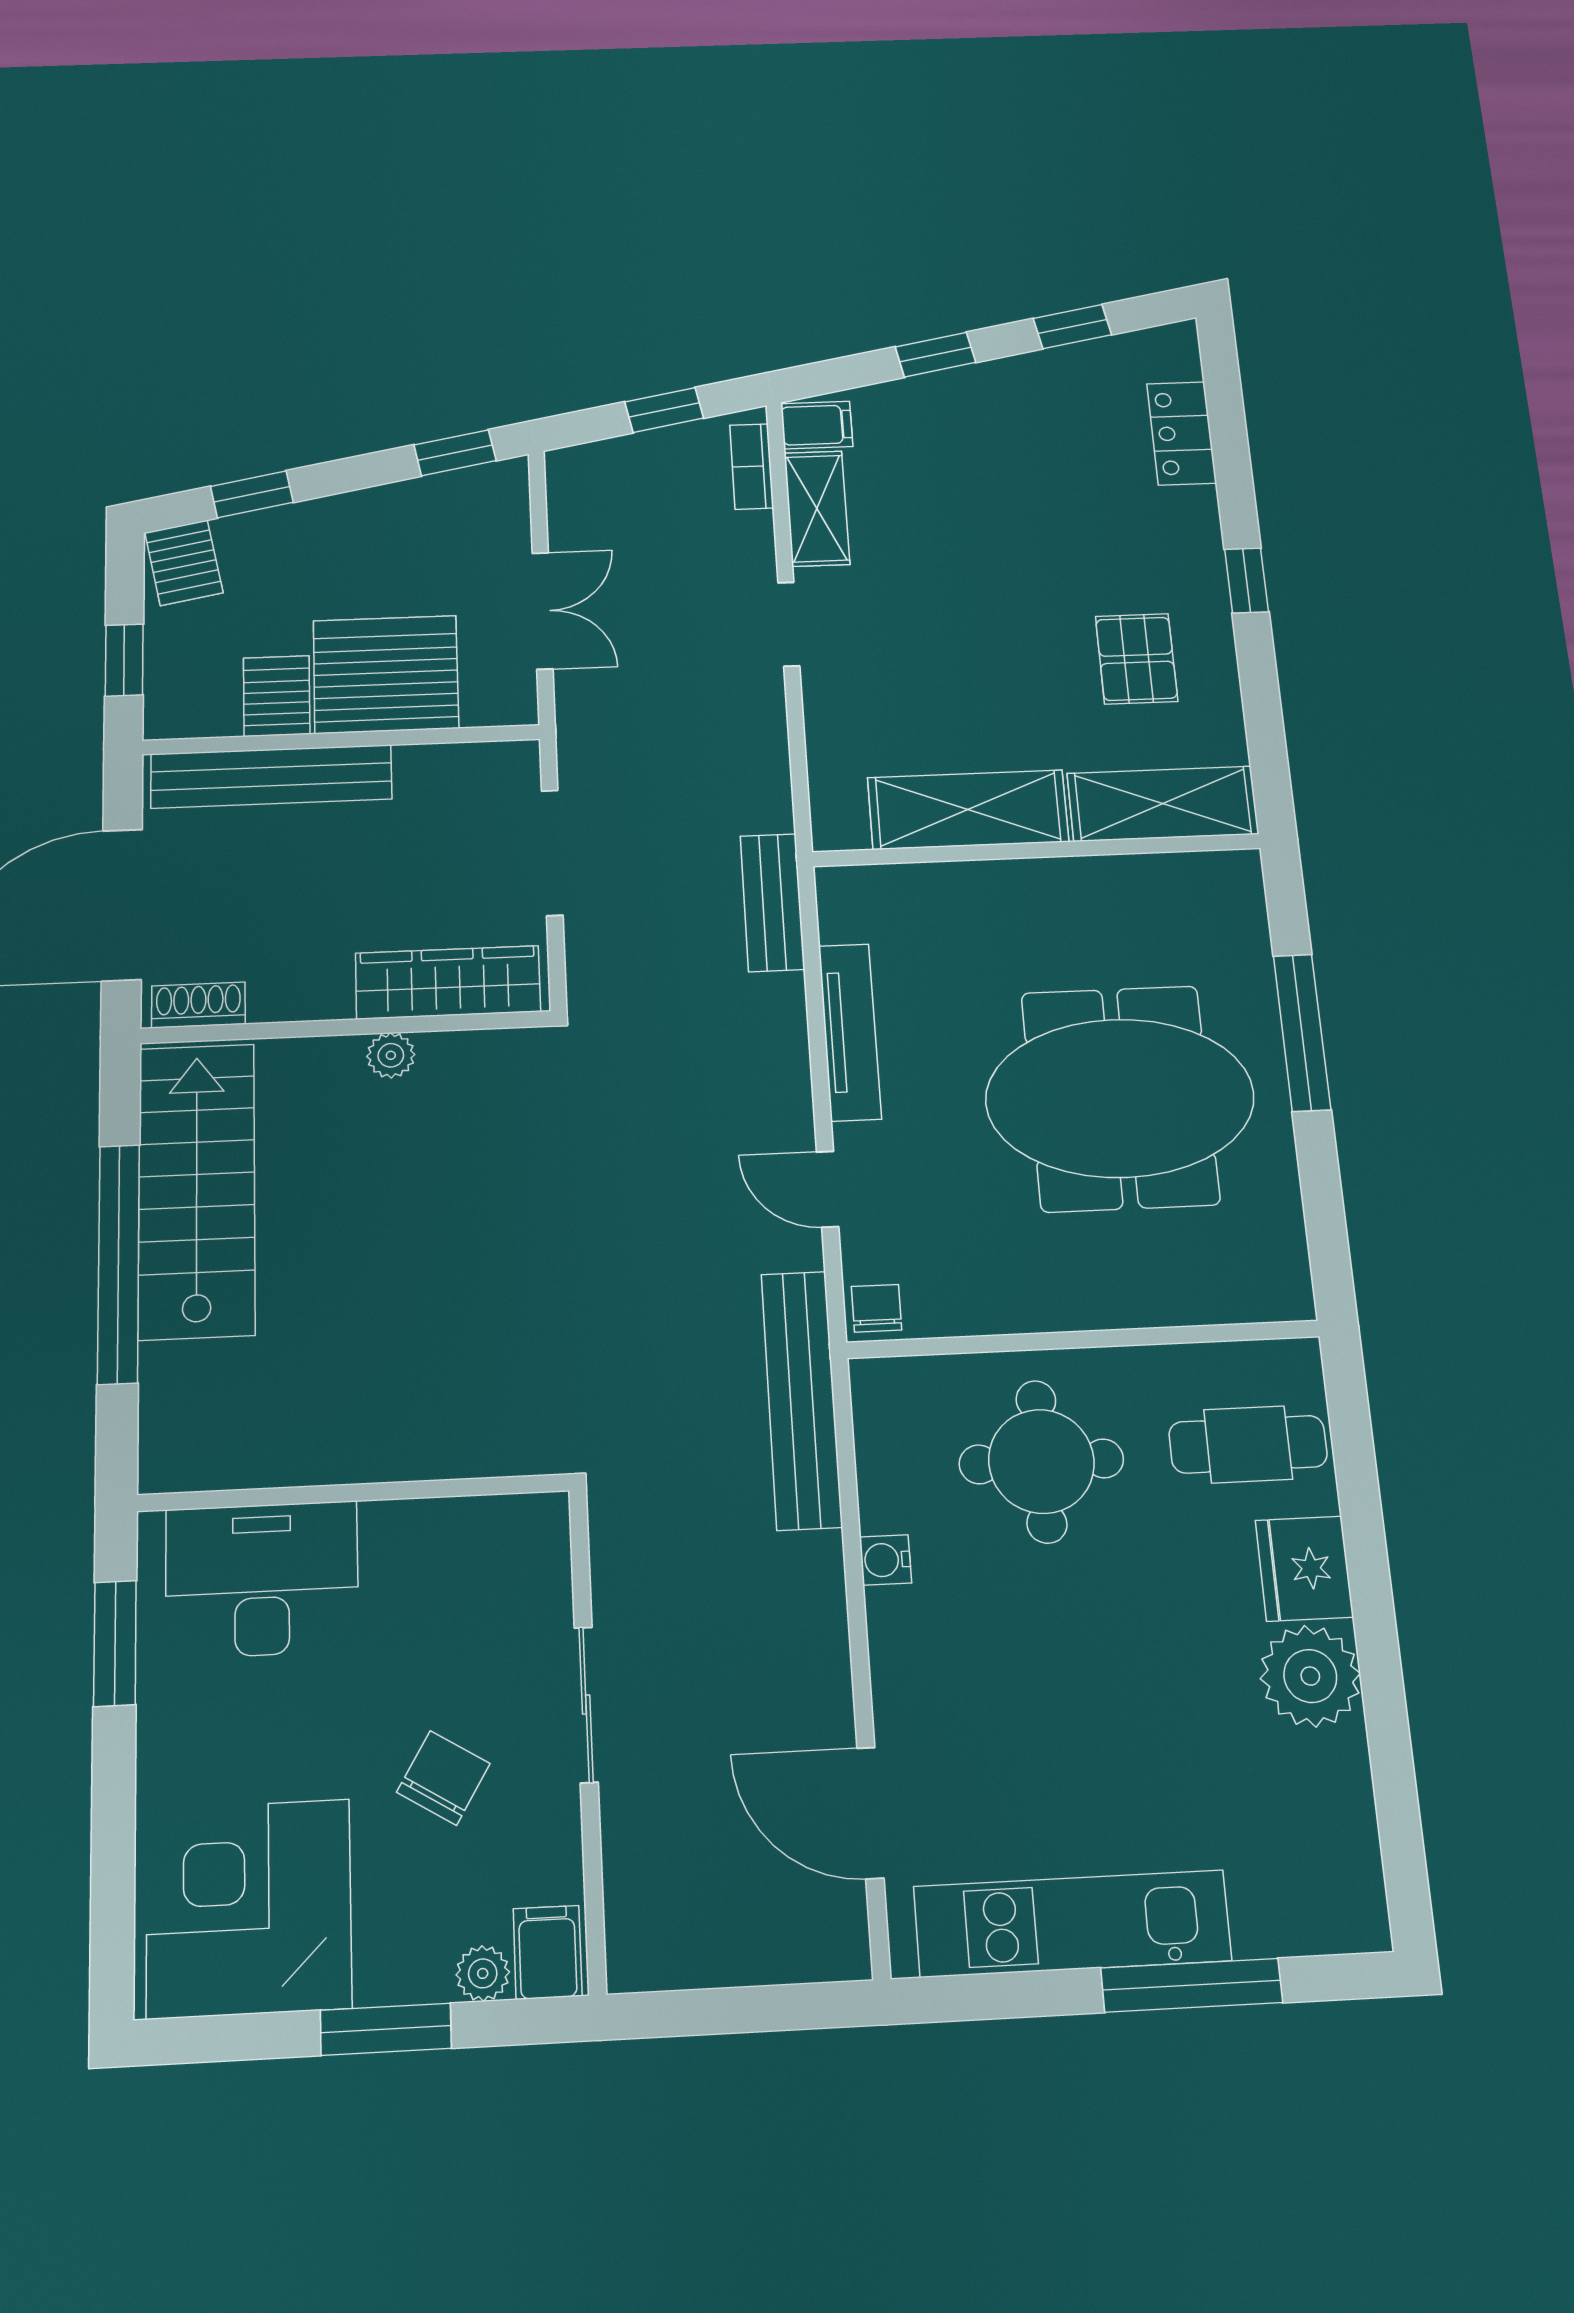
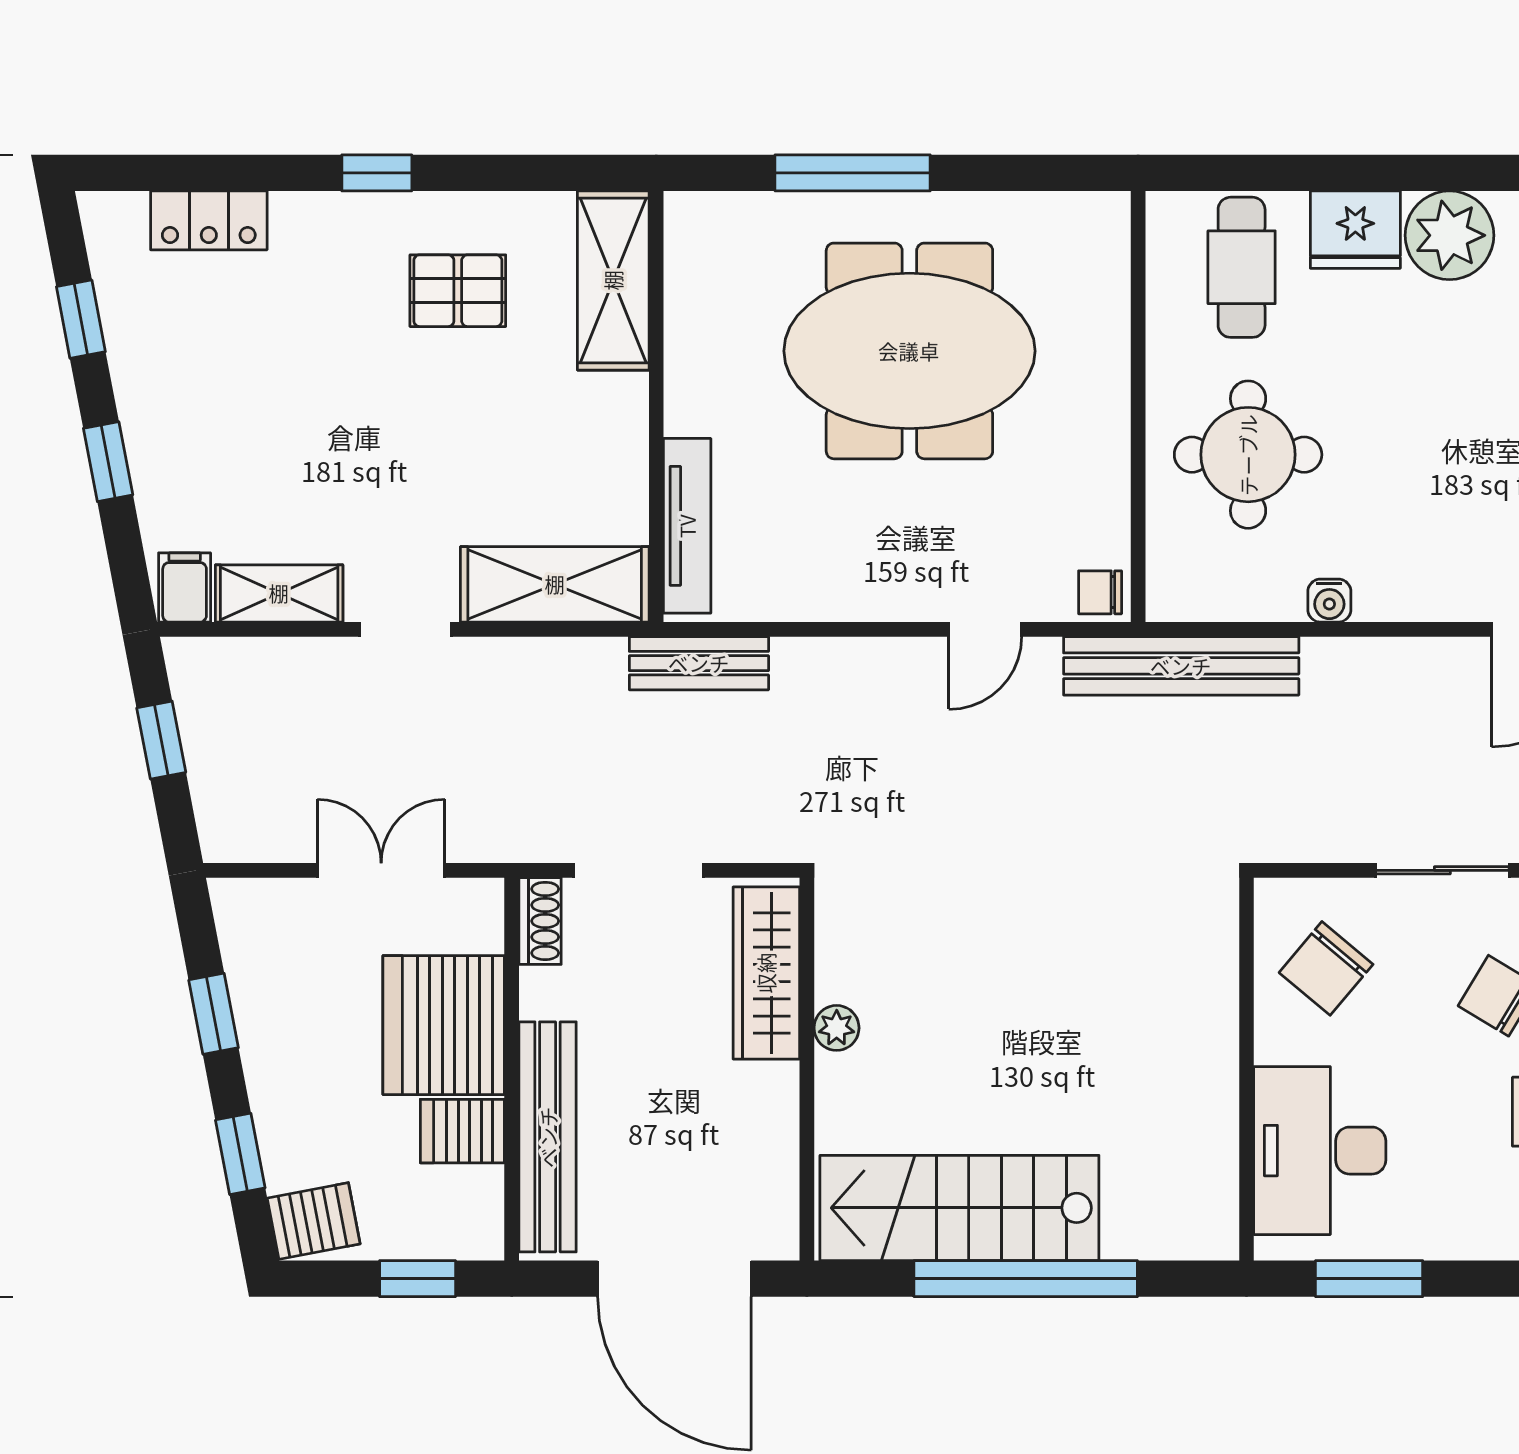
window: (455, 453) -> (214, 1014), moved
bookcase: (752, 467) -> (229, 656), removed
shelving: (968, 810) -> (555, 584), moved, turned 90
shoe rack: (198, 1005) -> (540, 921), moved, turned 180
tv unit: (850, 1032) -> (687, 526), moved, turned 90
meeting table: (1120, 1098) -> (909, 351), turned 90
chair: (469, 1577) -> (1326, 968), added

